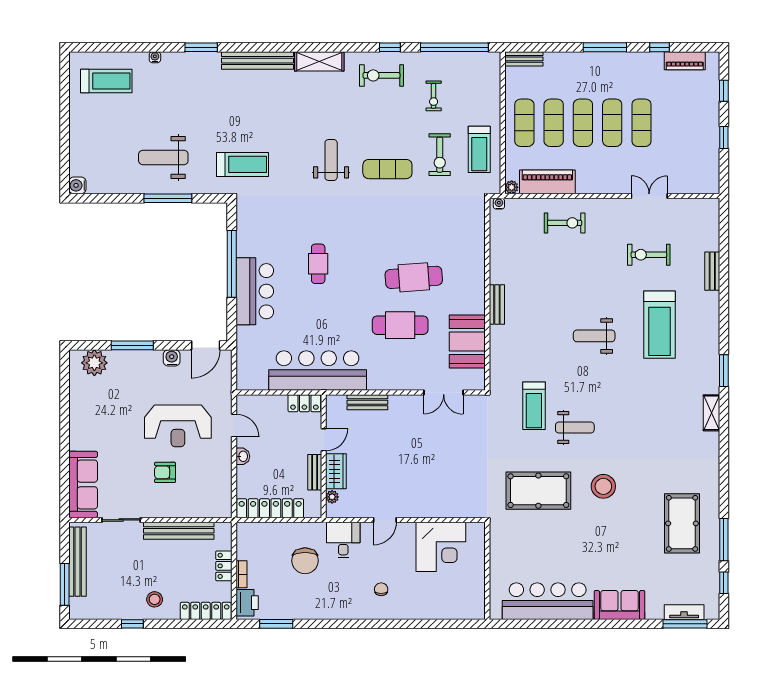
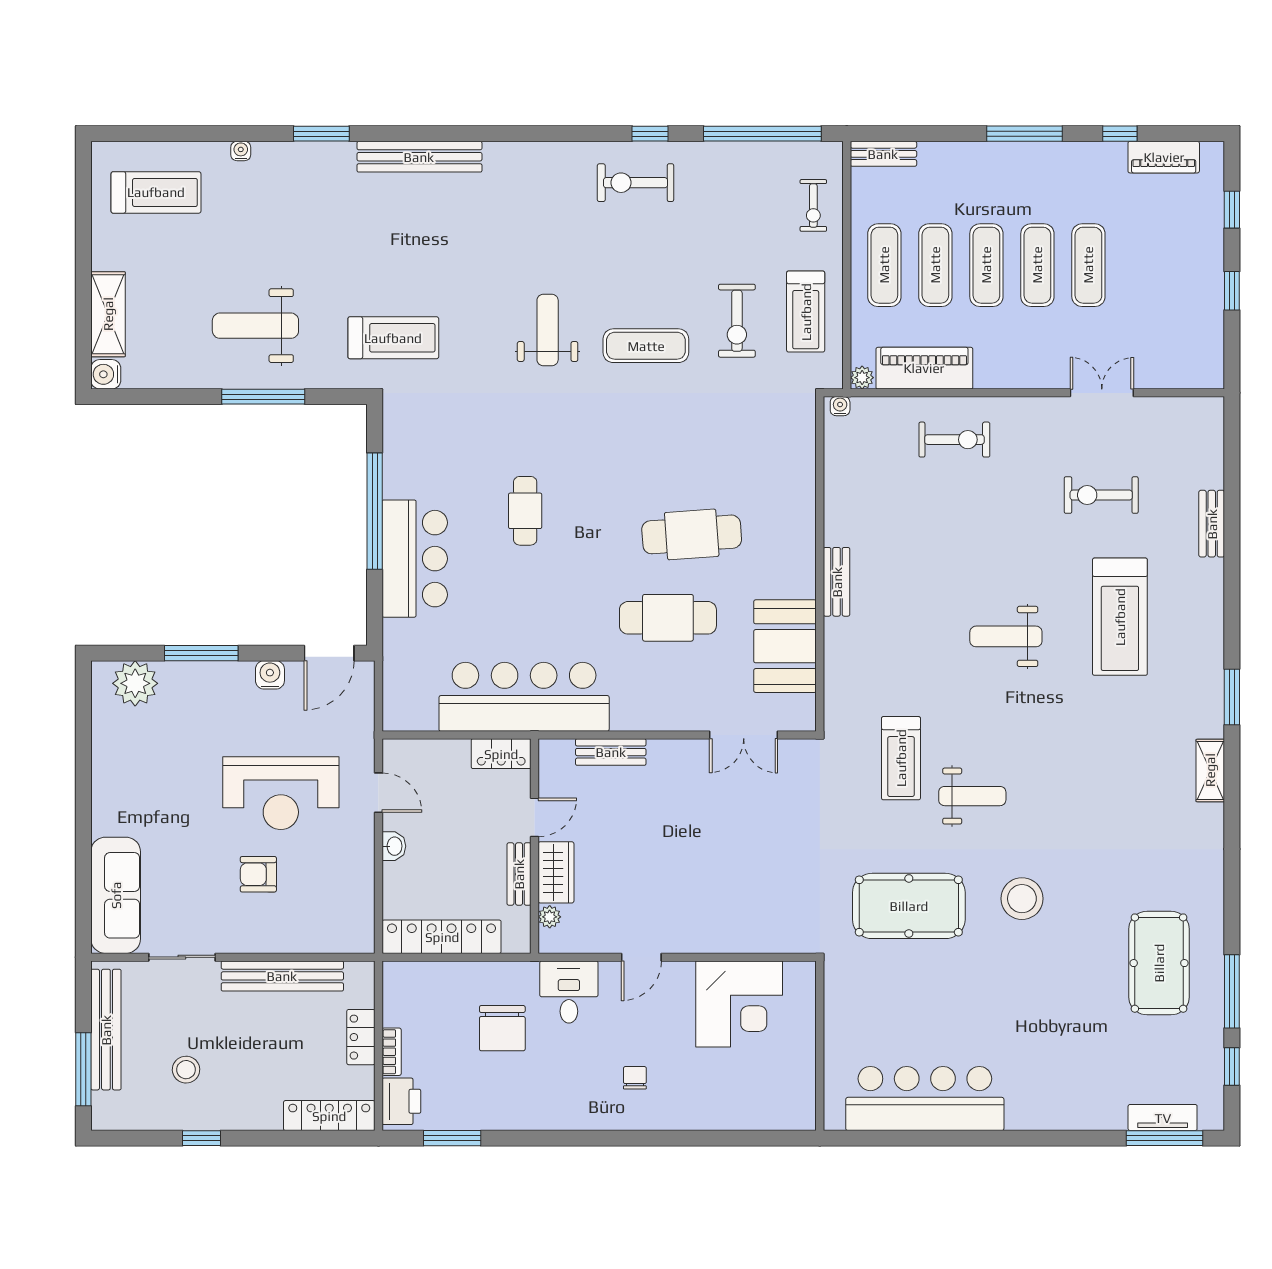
shelving: (319, 61) -> (108, 314), moved, turned 90
exercise bike: (434, 96) -> (813, 205), moved
stool: (155, 599) -> (186, 1070), moved
sofa: (619, 605) -> (1050, 1105), removed

